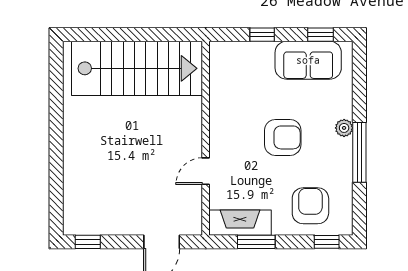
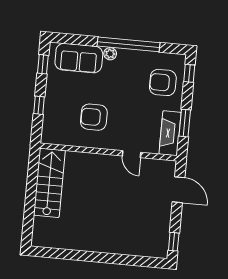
sofa: (308, 60) -> (79, 58), moved, turned 90
stairs: (137, 68) -> (49, 183), width x0.73, depth x0.66
armchair: (283, 137) -> (94, 117), moved, turned -90
window: (359, 152) -> (128, 44), width x1.46

